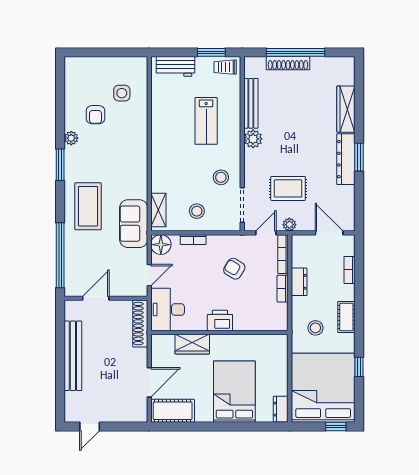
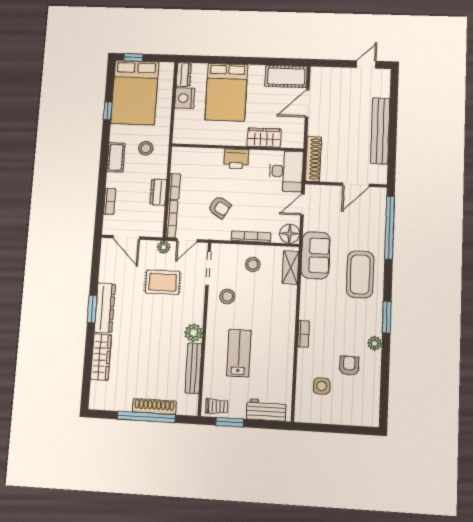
bookcase: (142, 144) -> (303, 334), added
bookcase: (193, 240) -> (251, 237), width x1.56
nightstand: (278, 384) -> (185, 98), added
bed: (323, 388) -> (135, 93), width x0.73

